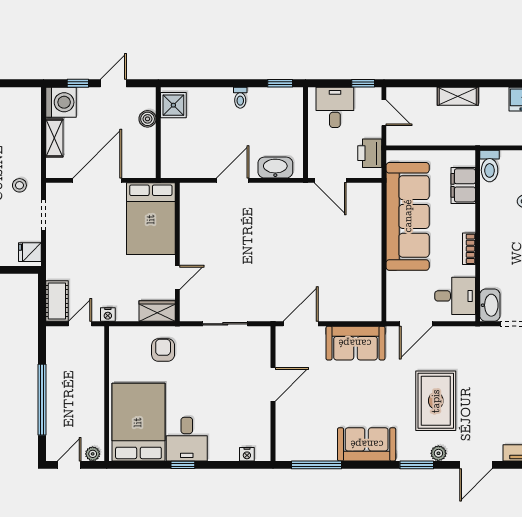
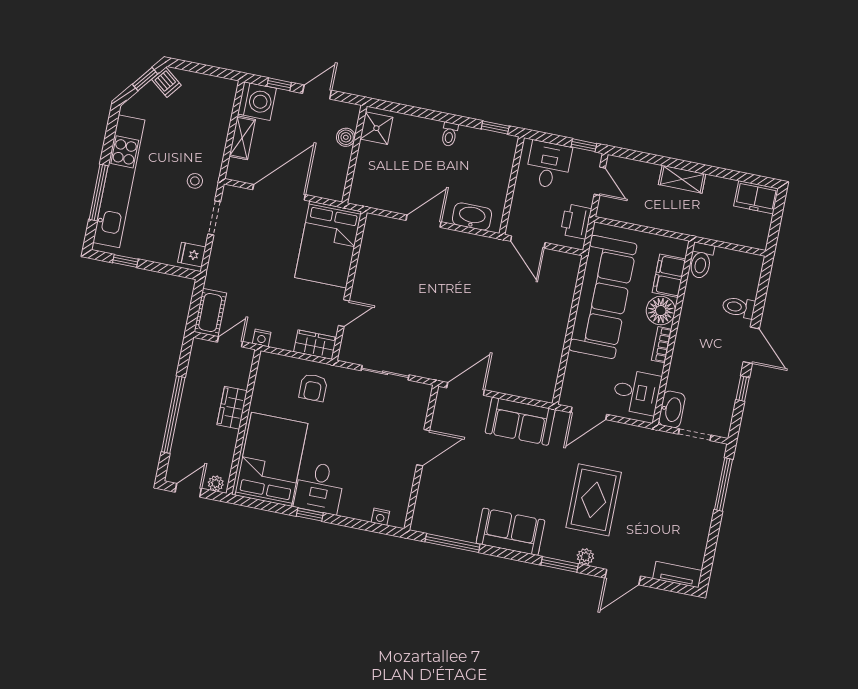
floor lamp: (462, 218) -> (661, 311), added
armchair: (163, 350) -> (313, 388), turned 180
wardrobe: (94, 383) -> (232, 408), added

